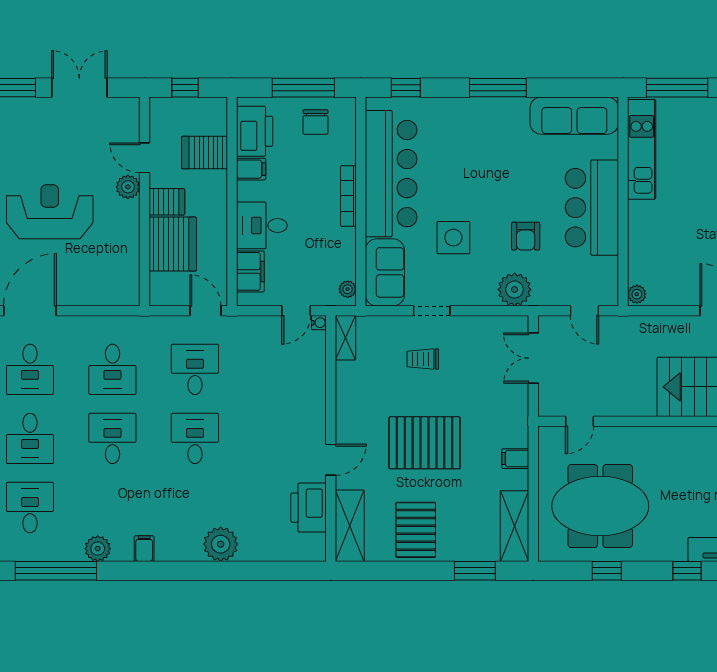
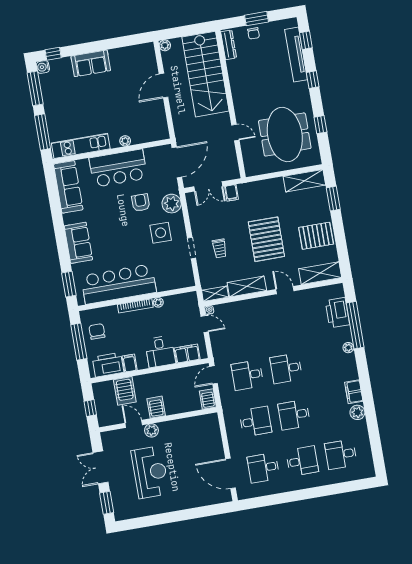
window: (406, 88) -> (69, 284), width x1.50
window: (498, 88) -> (60, 233), removed
chair: (316, 122) -> (97, 331), turned -90
door: (145, 158) -> (134, 424), swing flipped
reception desk: (50, 212) -> (150, 472), moved, turned 180
armchair: (526, 236) -> (141, 203), turned -90
side table: (453, 238) -> (161, 233), moved
server rack: (173, 244) -> (208, 399), moved, width x0.46, depth x0.70
sofa: (385, 272) -> (78, 243), moved, turned 90
plant: (348, 289) -> (158, 302), moved
plant: (637, 294) -> (125, 141), moved
door: (584, 311) -> (177, 162), width x1.87
desk: (30, 369) -> (263, 468), turned 180
shelving: (349, 395) -> (247, 286), added
door: (580, 421) -> (235, 132), moved
filing cabinet: (515, 459) -> (231, 193), moved
printer: (309, 508) -> (337, 313), moved, turned 90
plant: (221, 544) -> (348, 348), width x0.53, depth x0.53
filing cabinet: (144, 549) -> (354, 392), width x2.00
window: (56, 571) -> (355, 325), moved

